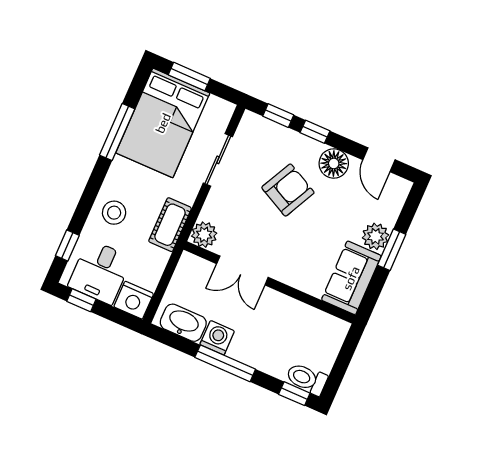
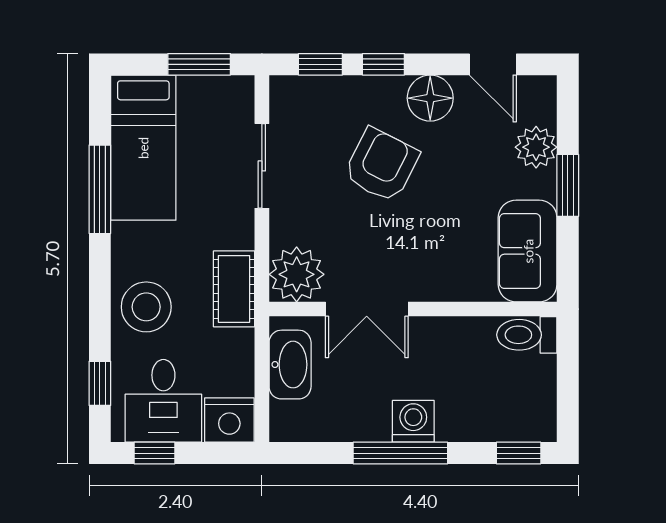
window: (189, 77) -> (199, 64), moved
bed: (163, 123) -> (143, 148), width x0.67
stool: (114, 213) -> (146, 307), width x1.38, depth x1.38
plant: (204, 235) -> (297, 274), width x1.36, depth x1.36
plant: (375, 236) -> (536, 147), moved
washbasin: (183, 323) -> (290, 365), moved, turned 90
washing machine: (217, 338) -> (413, 421), moved
toilet: (307, 379) -> (527, 335), moved

